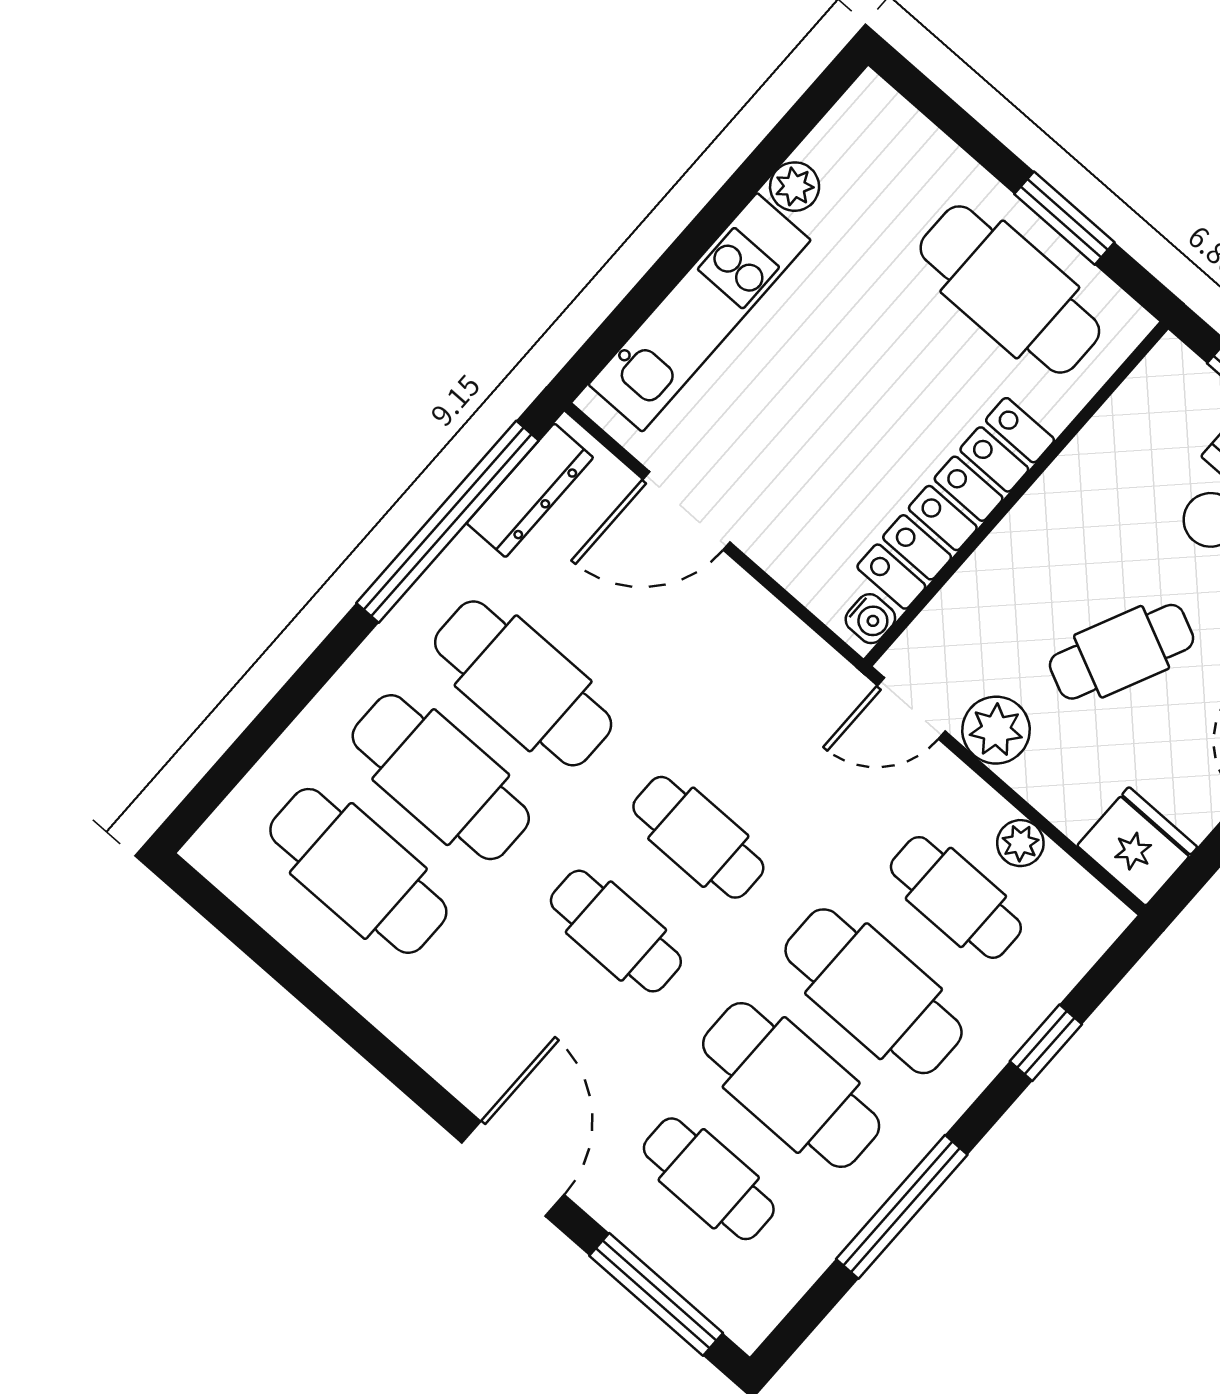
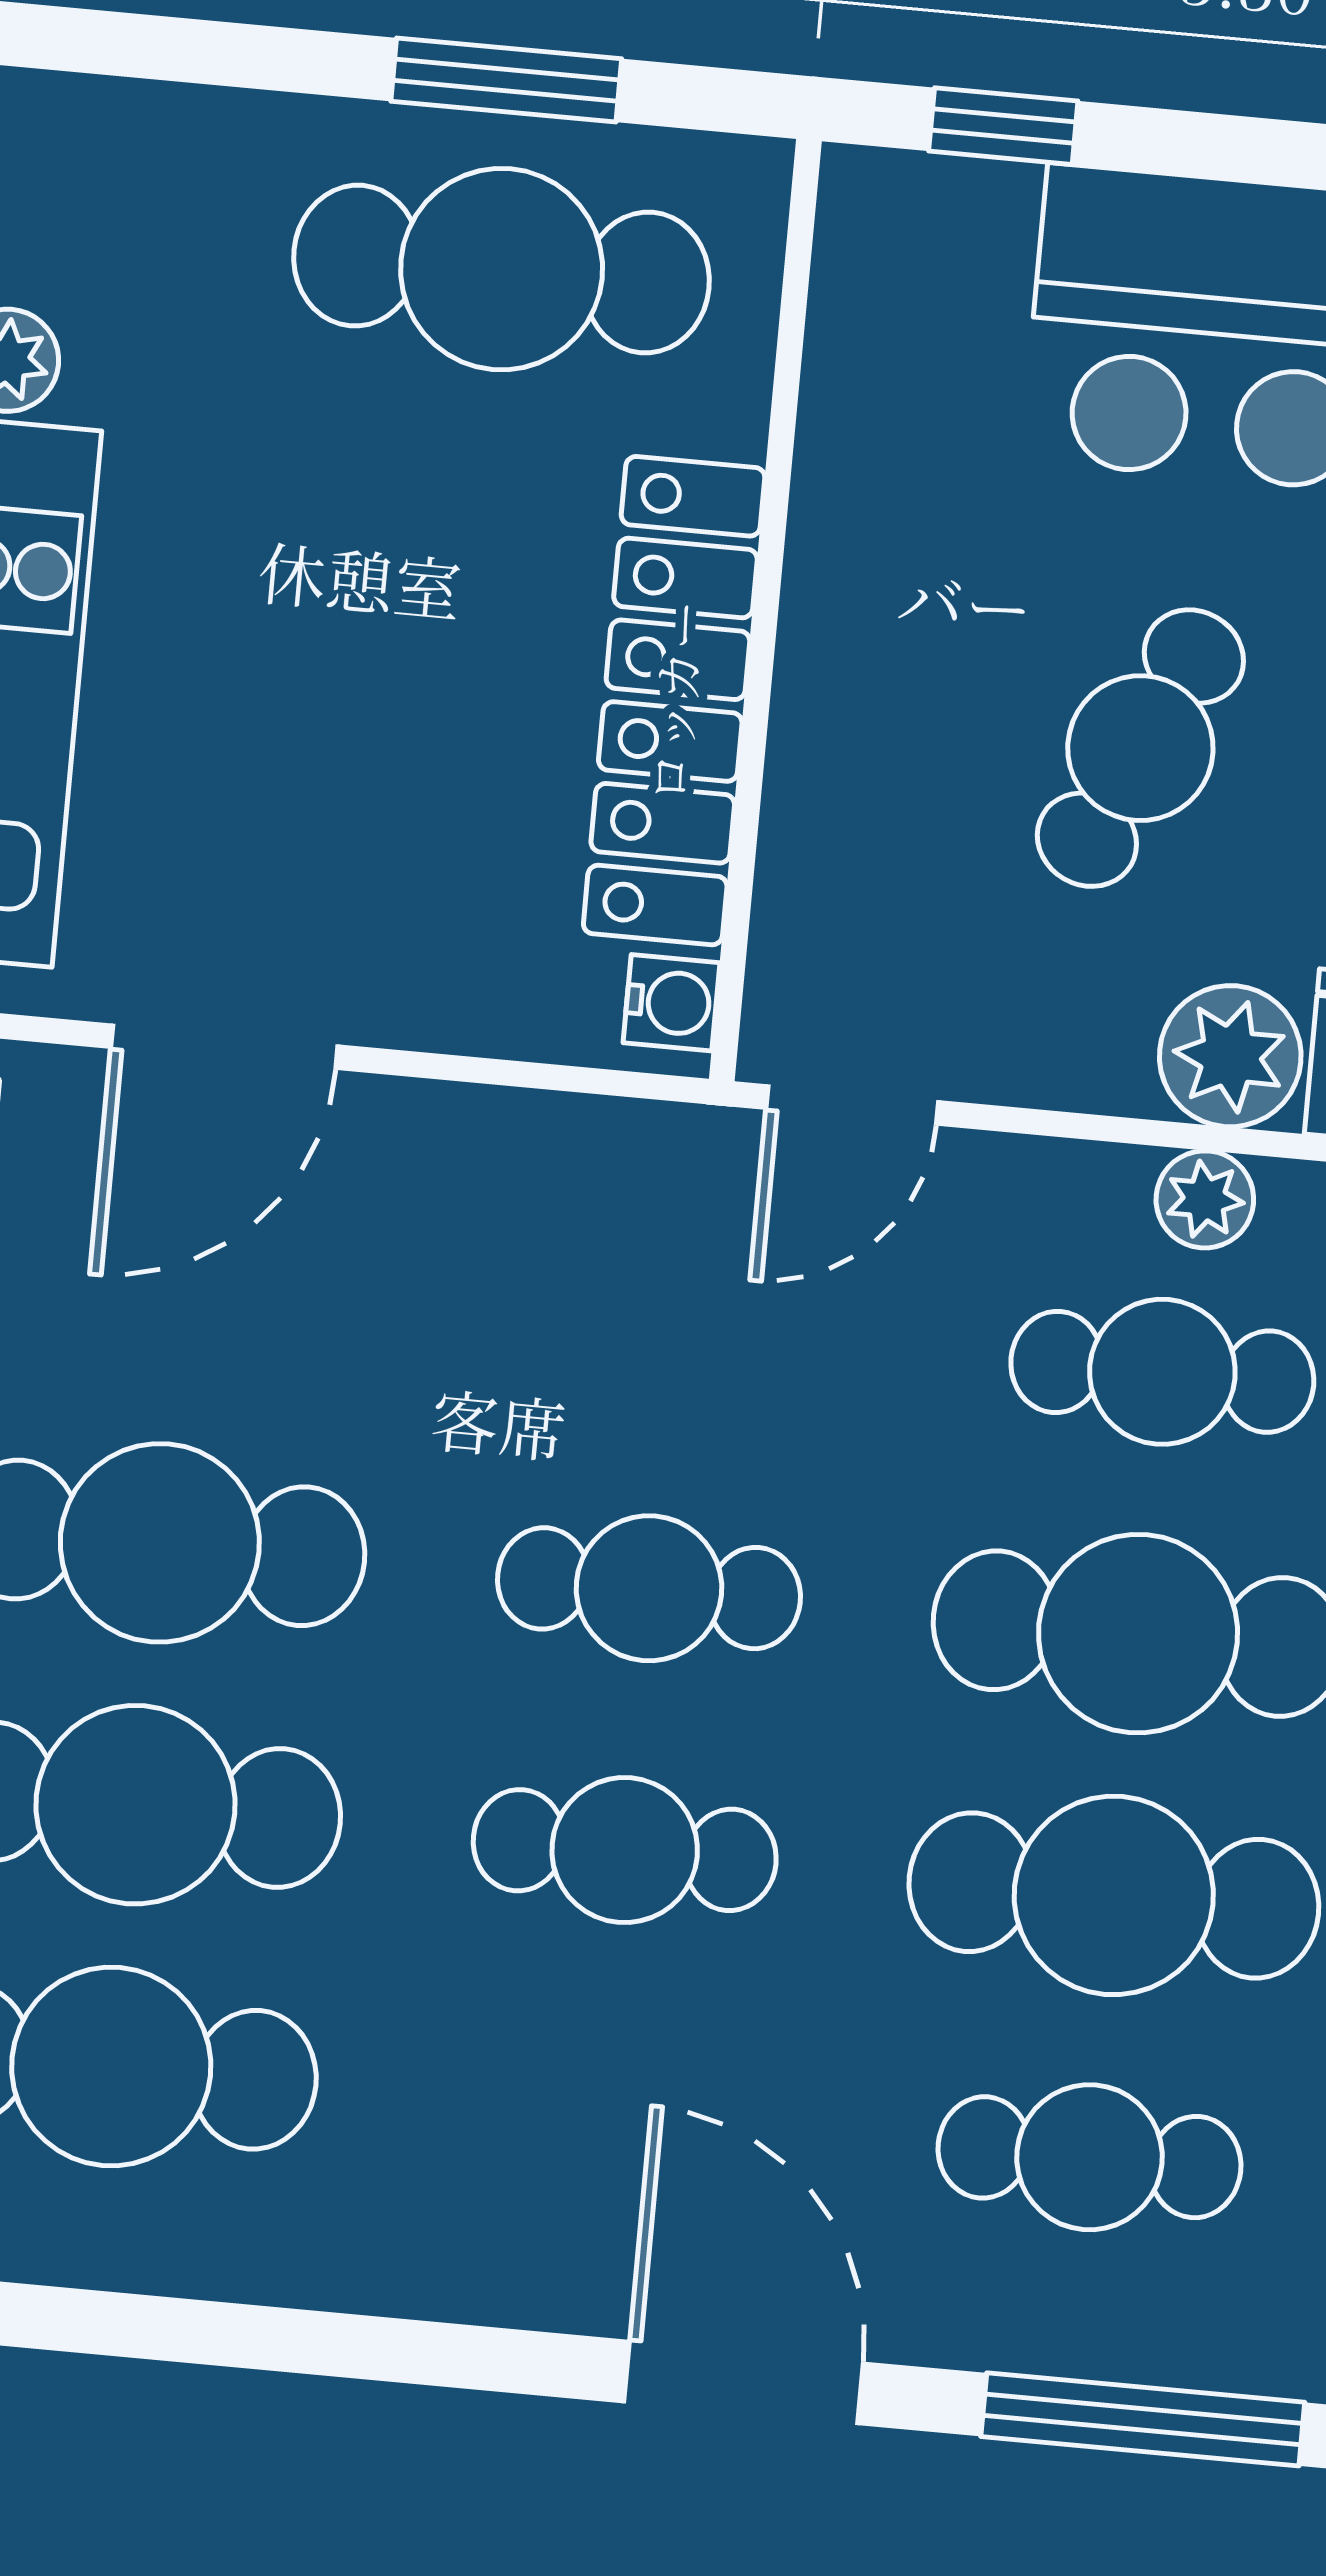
plant: (996, 730) -> (1230, 1056), moved

